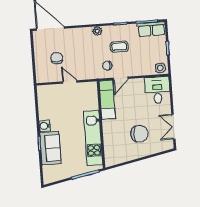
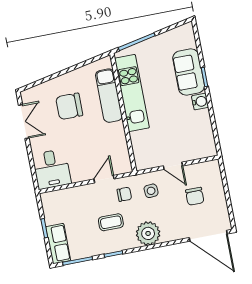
row of seats: (151, 29) -> (58, 244), moved, turned 90
plant: (97, 31) -> (148, 233), width x1.88, depth x1.88
side table: (160, 68) -> (151, 191), moved
exam couch: (107, 100) -> (109, 96), moved

